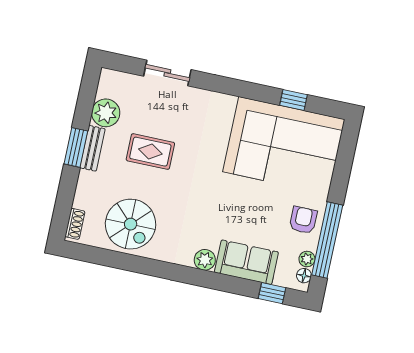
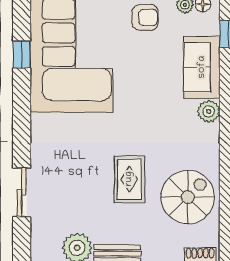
rug: (150, 152) -> (129, 179), moved
armchair: (303, 220) -> (145, 17), turned 180

